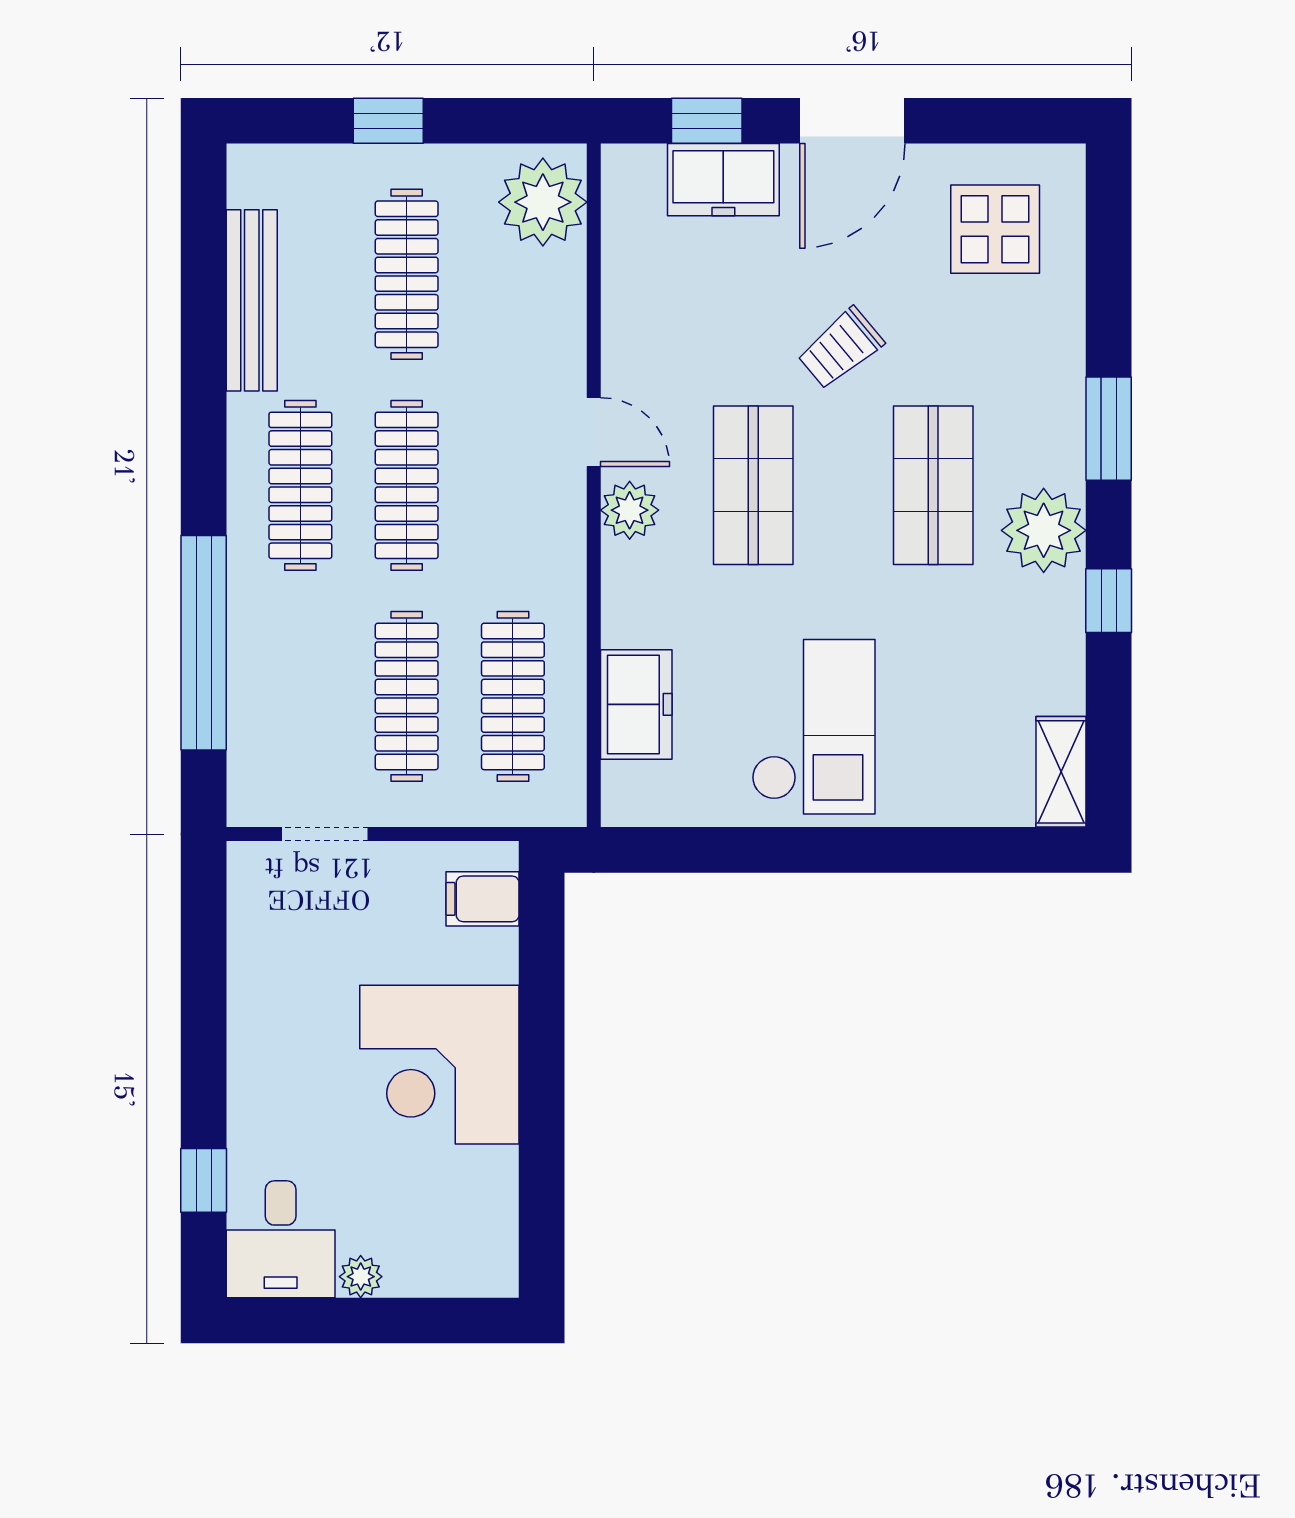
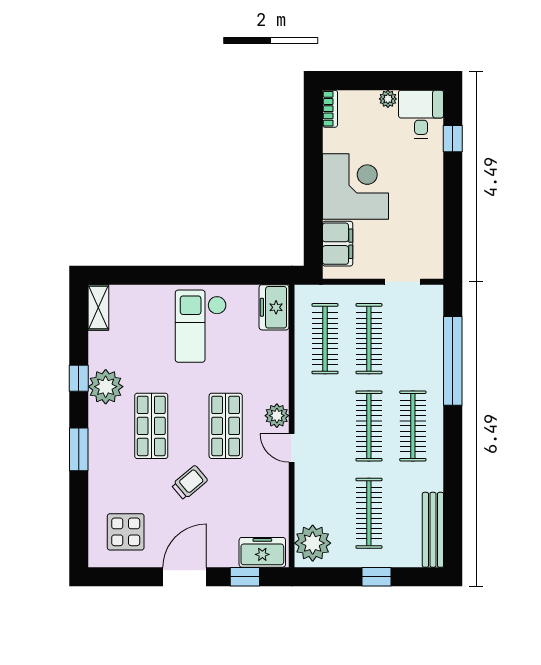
freezer: (723, 180) -> (262, 552), moved
bench: (252, 300) -> (433, 530), moved
plant: (1044, 530) -> (106, 387), moved
freezer: (636, 704) -> (274, 307), moved
filing cabinet: (483, 899) -> (338, 244), width x2.00
bookcase: (501, 1253) -> (330, 109), added

